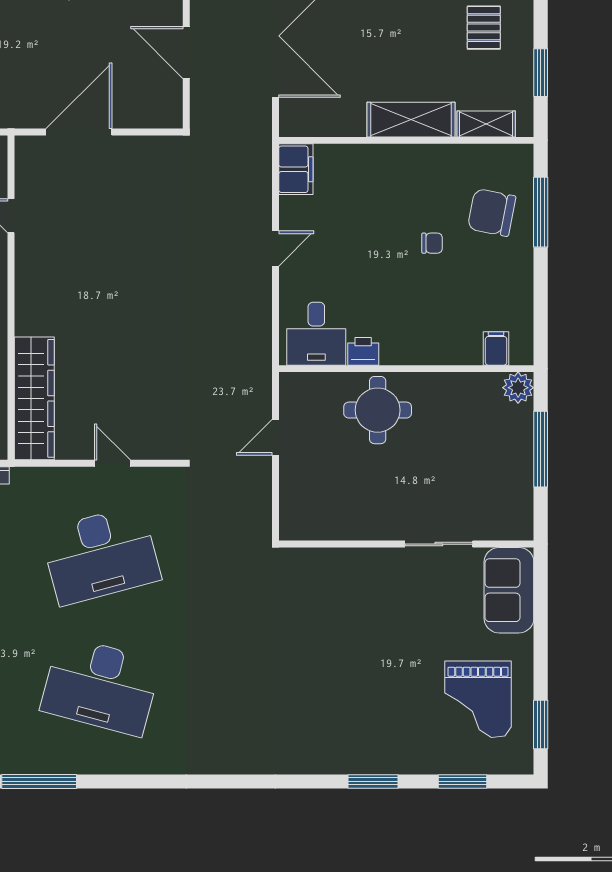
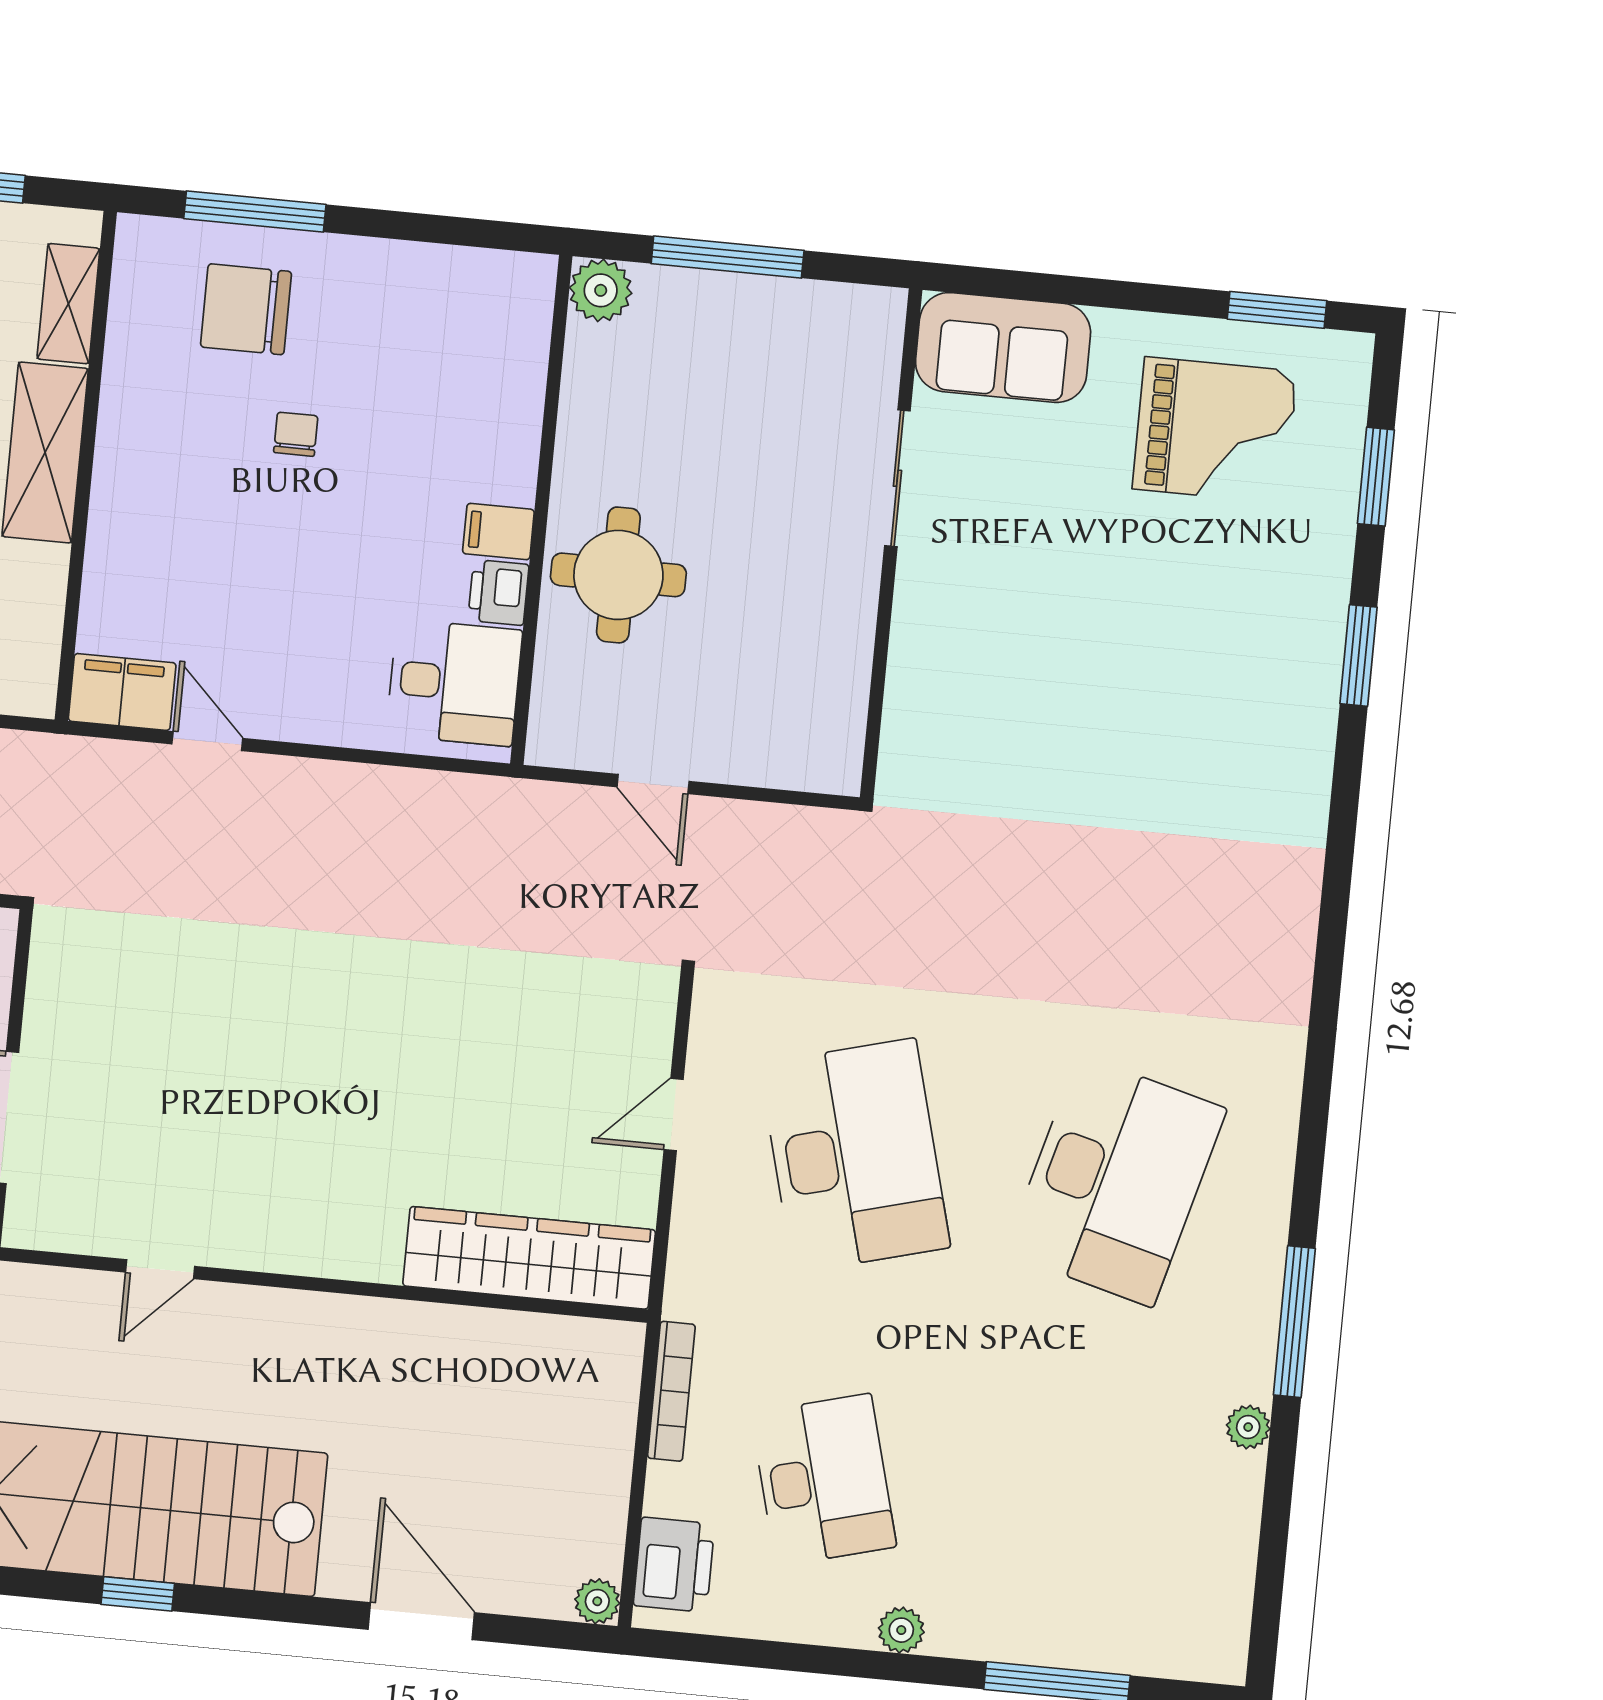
chair: (492, 212) -> (246, 309), turned 79
door: (275, 249) -> (207, 741), moved
filing cabinet: (496, 348) -> (498, 532), moved

